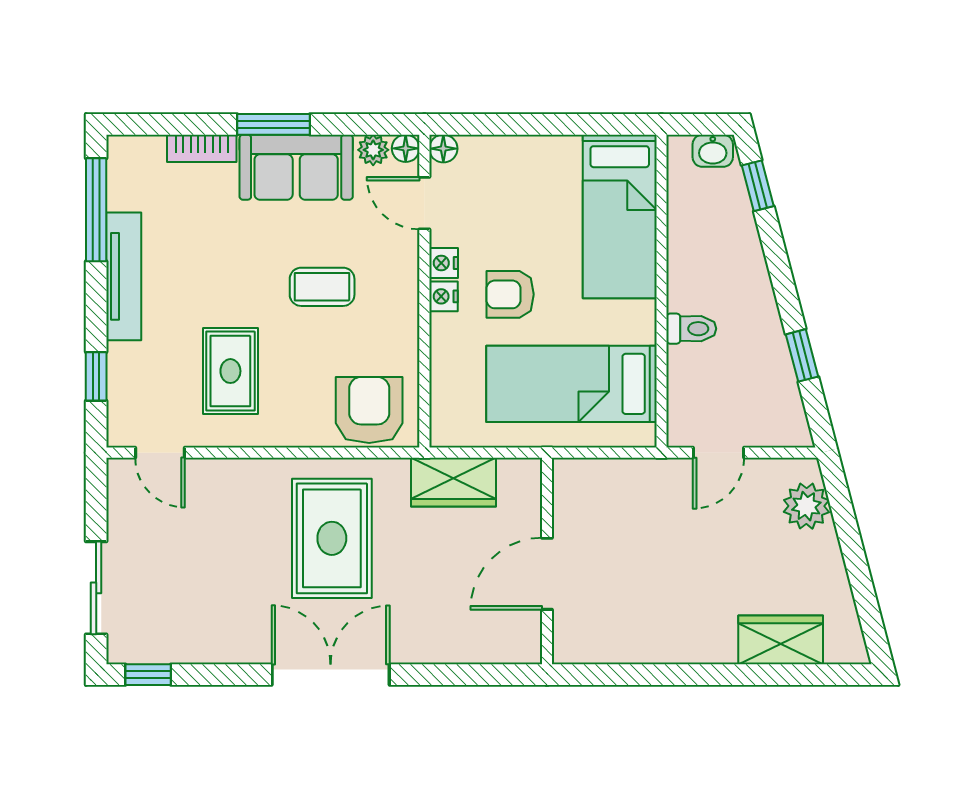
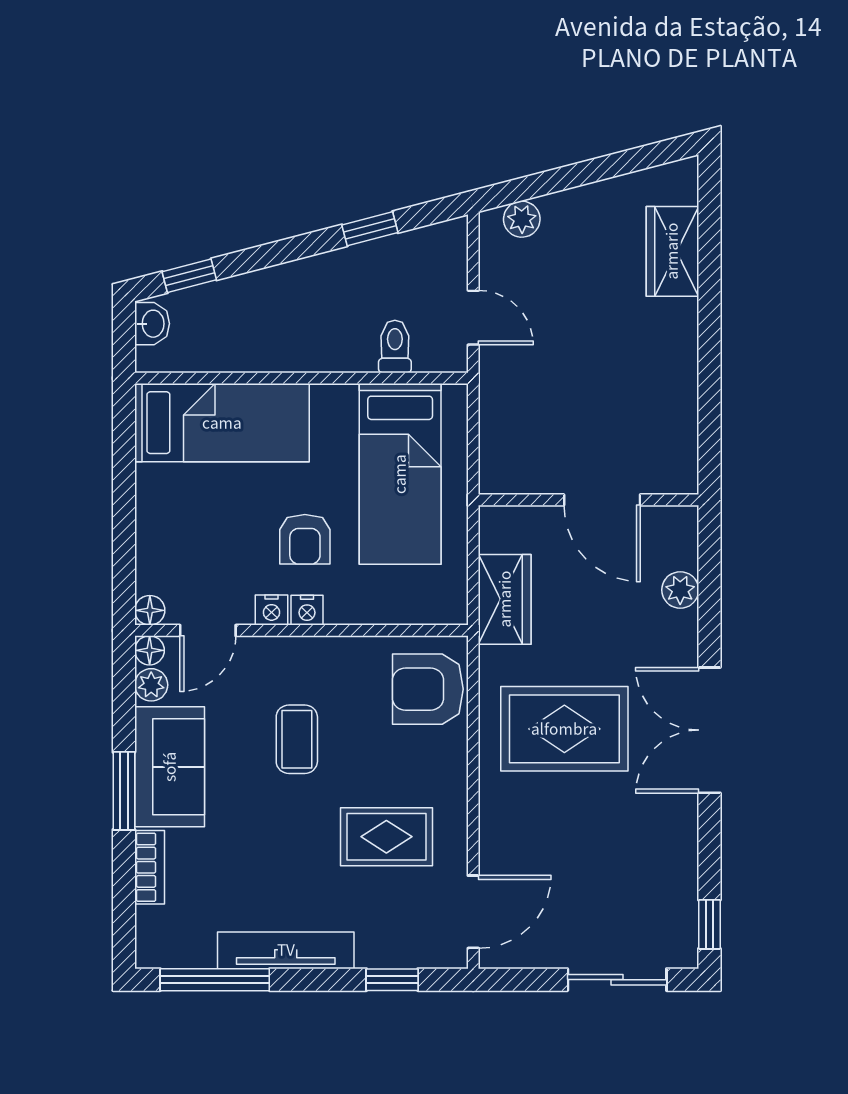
toilet: (691, 329) -> (395, 347), moved
door: (160, 453) -> (473, 912), width x1.38
plant: (806, 506) -> (522, 219), width x0.73, depth x0.73
plant: (462, 647) -> (680, 590), added

